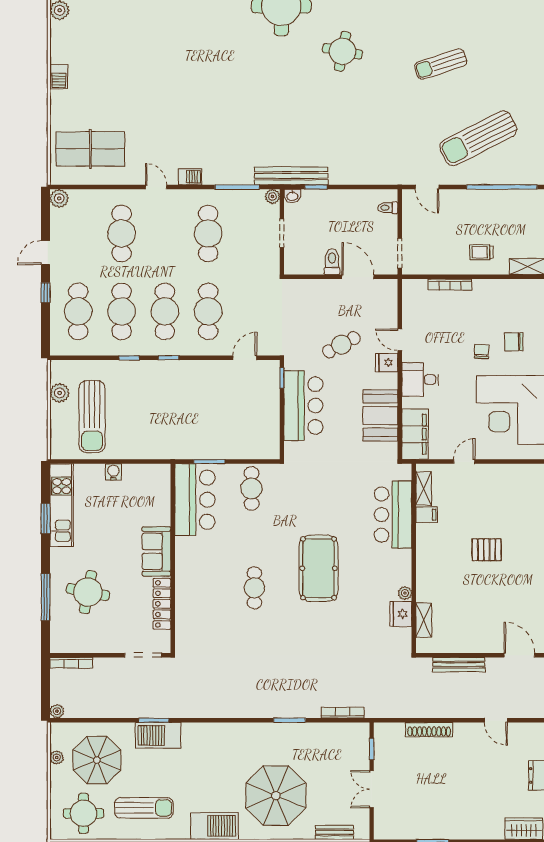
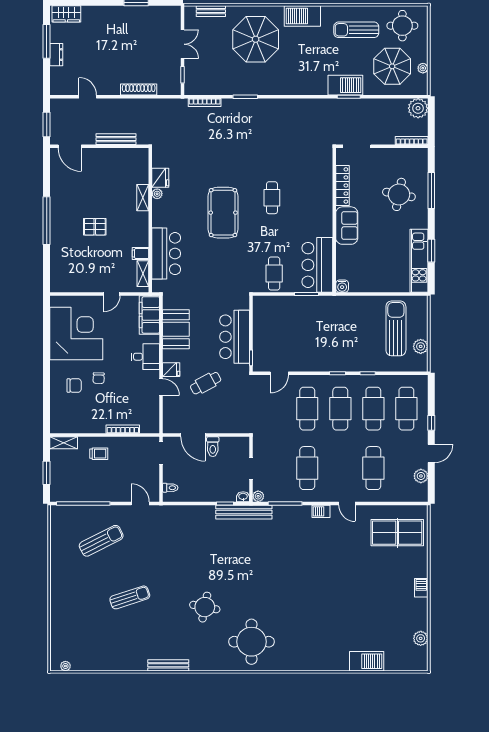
sun lounger: (478, 138) -> (101, 541), width x0.73, depth x0.75
plant: (59, 198) -> (421, 476), moved
water cooler: (113, 472) -> (342, 286), moved
shelving: (424, 620) -> (143, 198), moved
plant: (57, 711) -> (418, 108), width x1.87, depth x1.87

